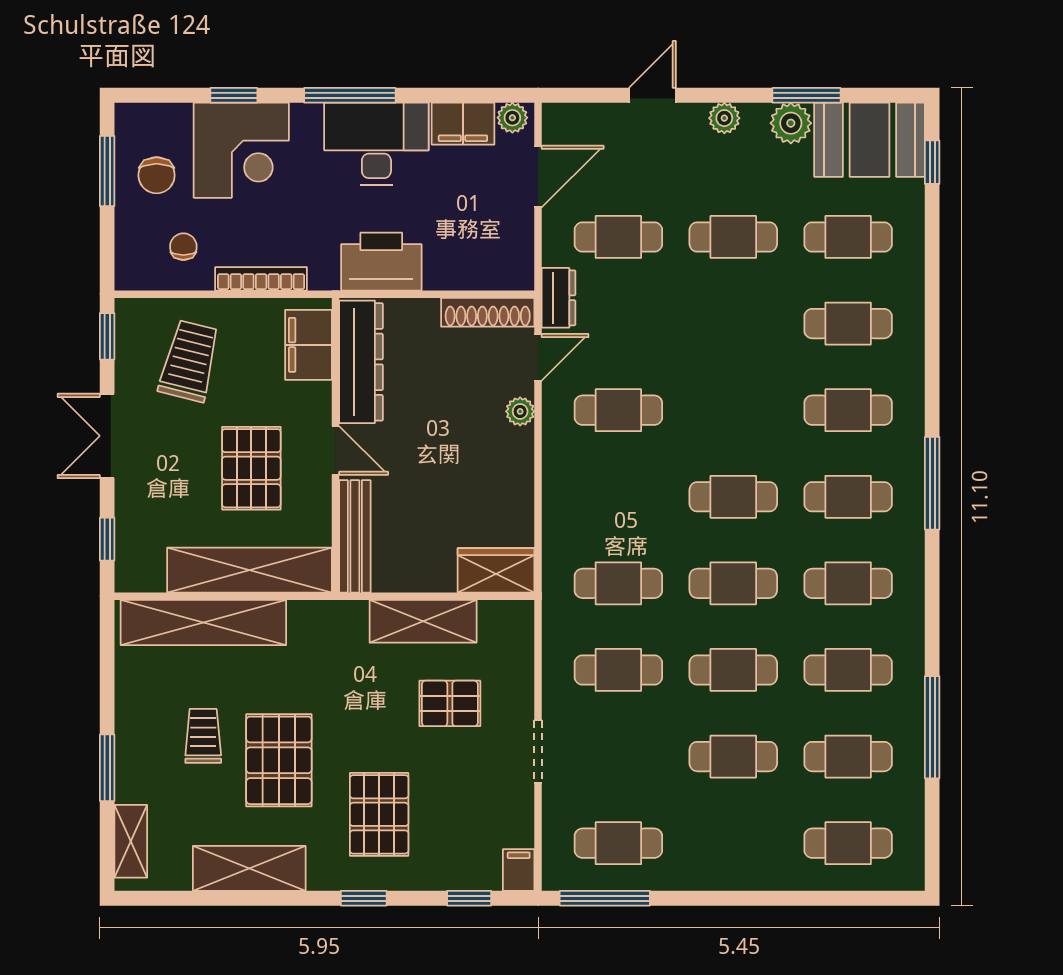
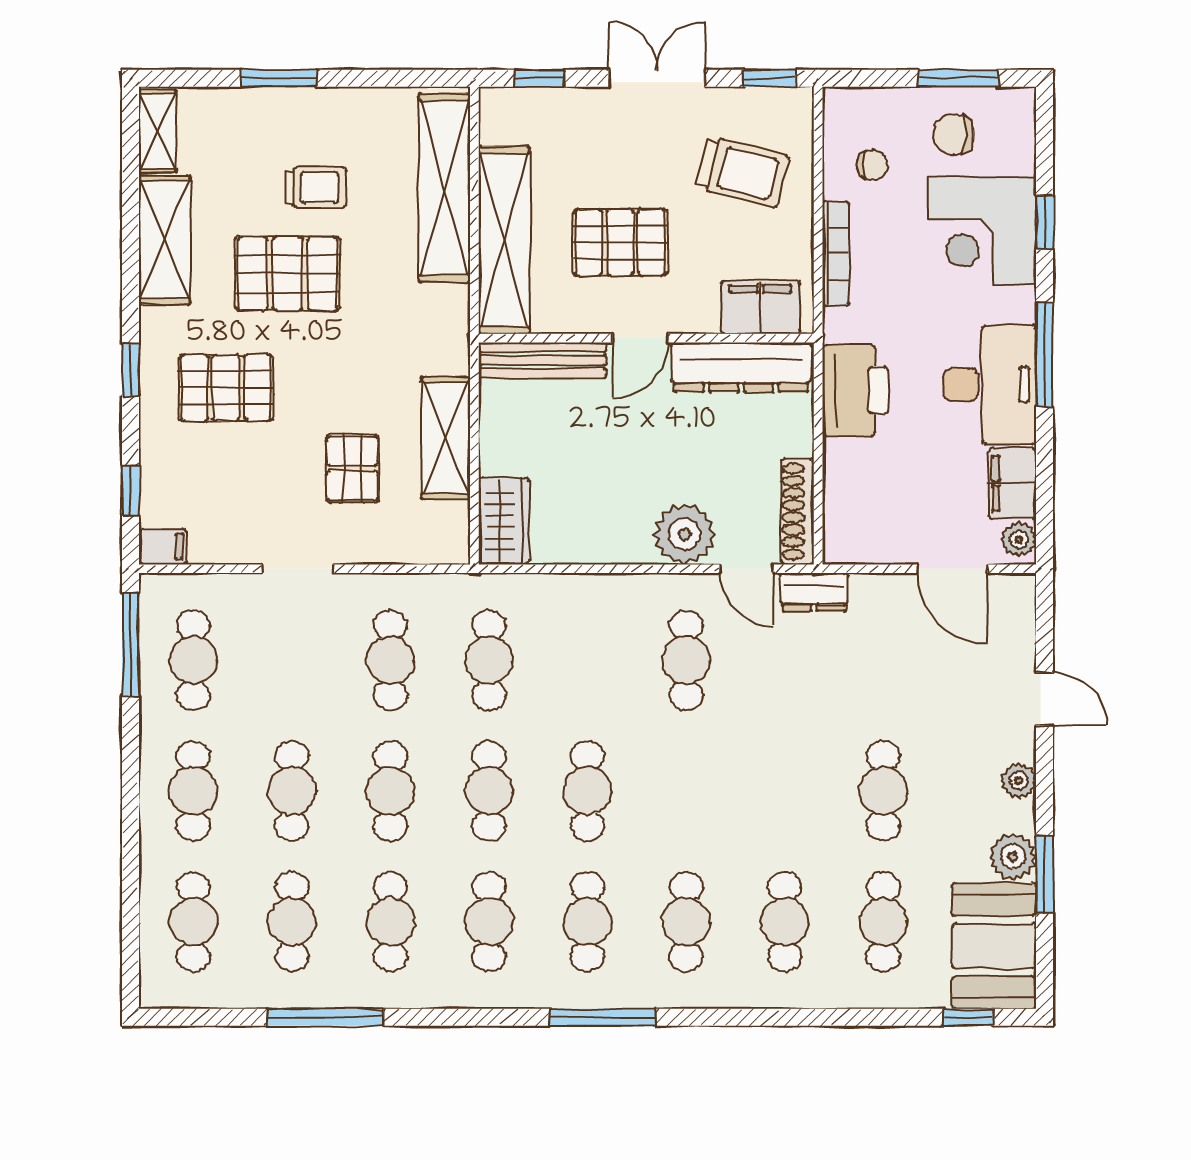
cafe table: (618, 237) -> (193, 791), moved
plant: (520, 411) -> (685, 534), width x1.88, depth x1.88
shelving: (131, 841) -> (158, 131), moved, turned 90

